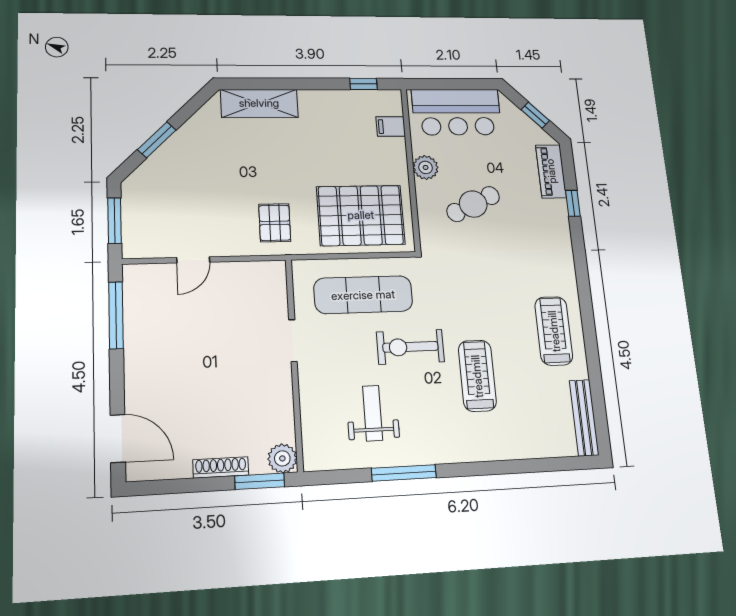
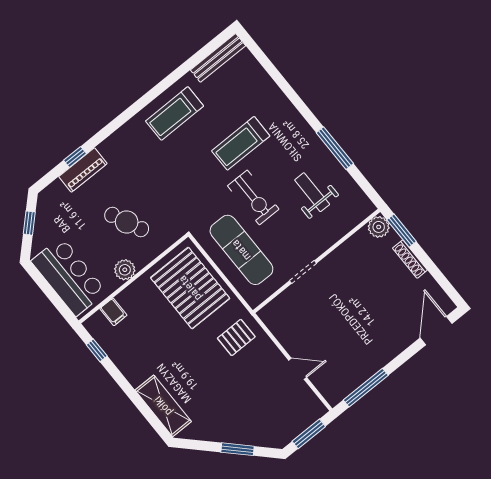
piano: (551, 171) -> (83, 170), moved
weight bench: (373, 413) -> (312, 192), turned 90

